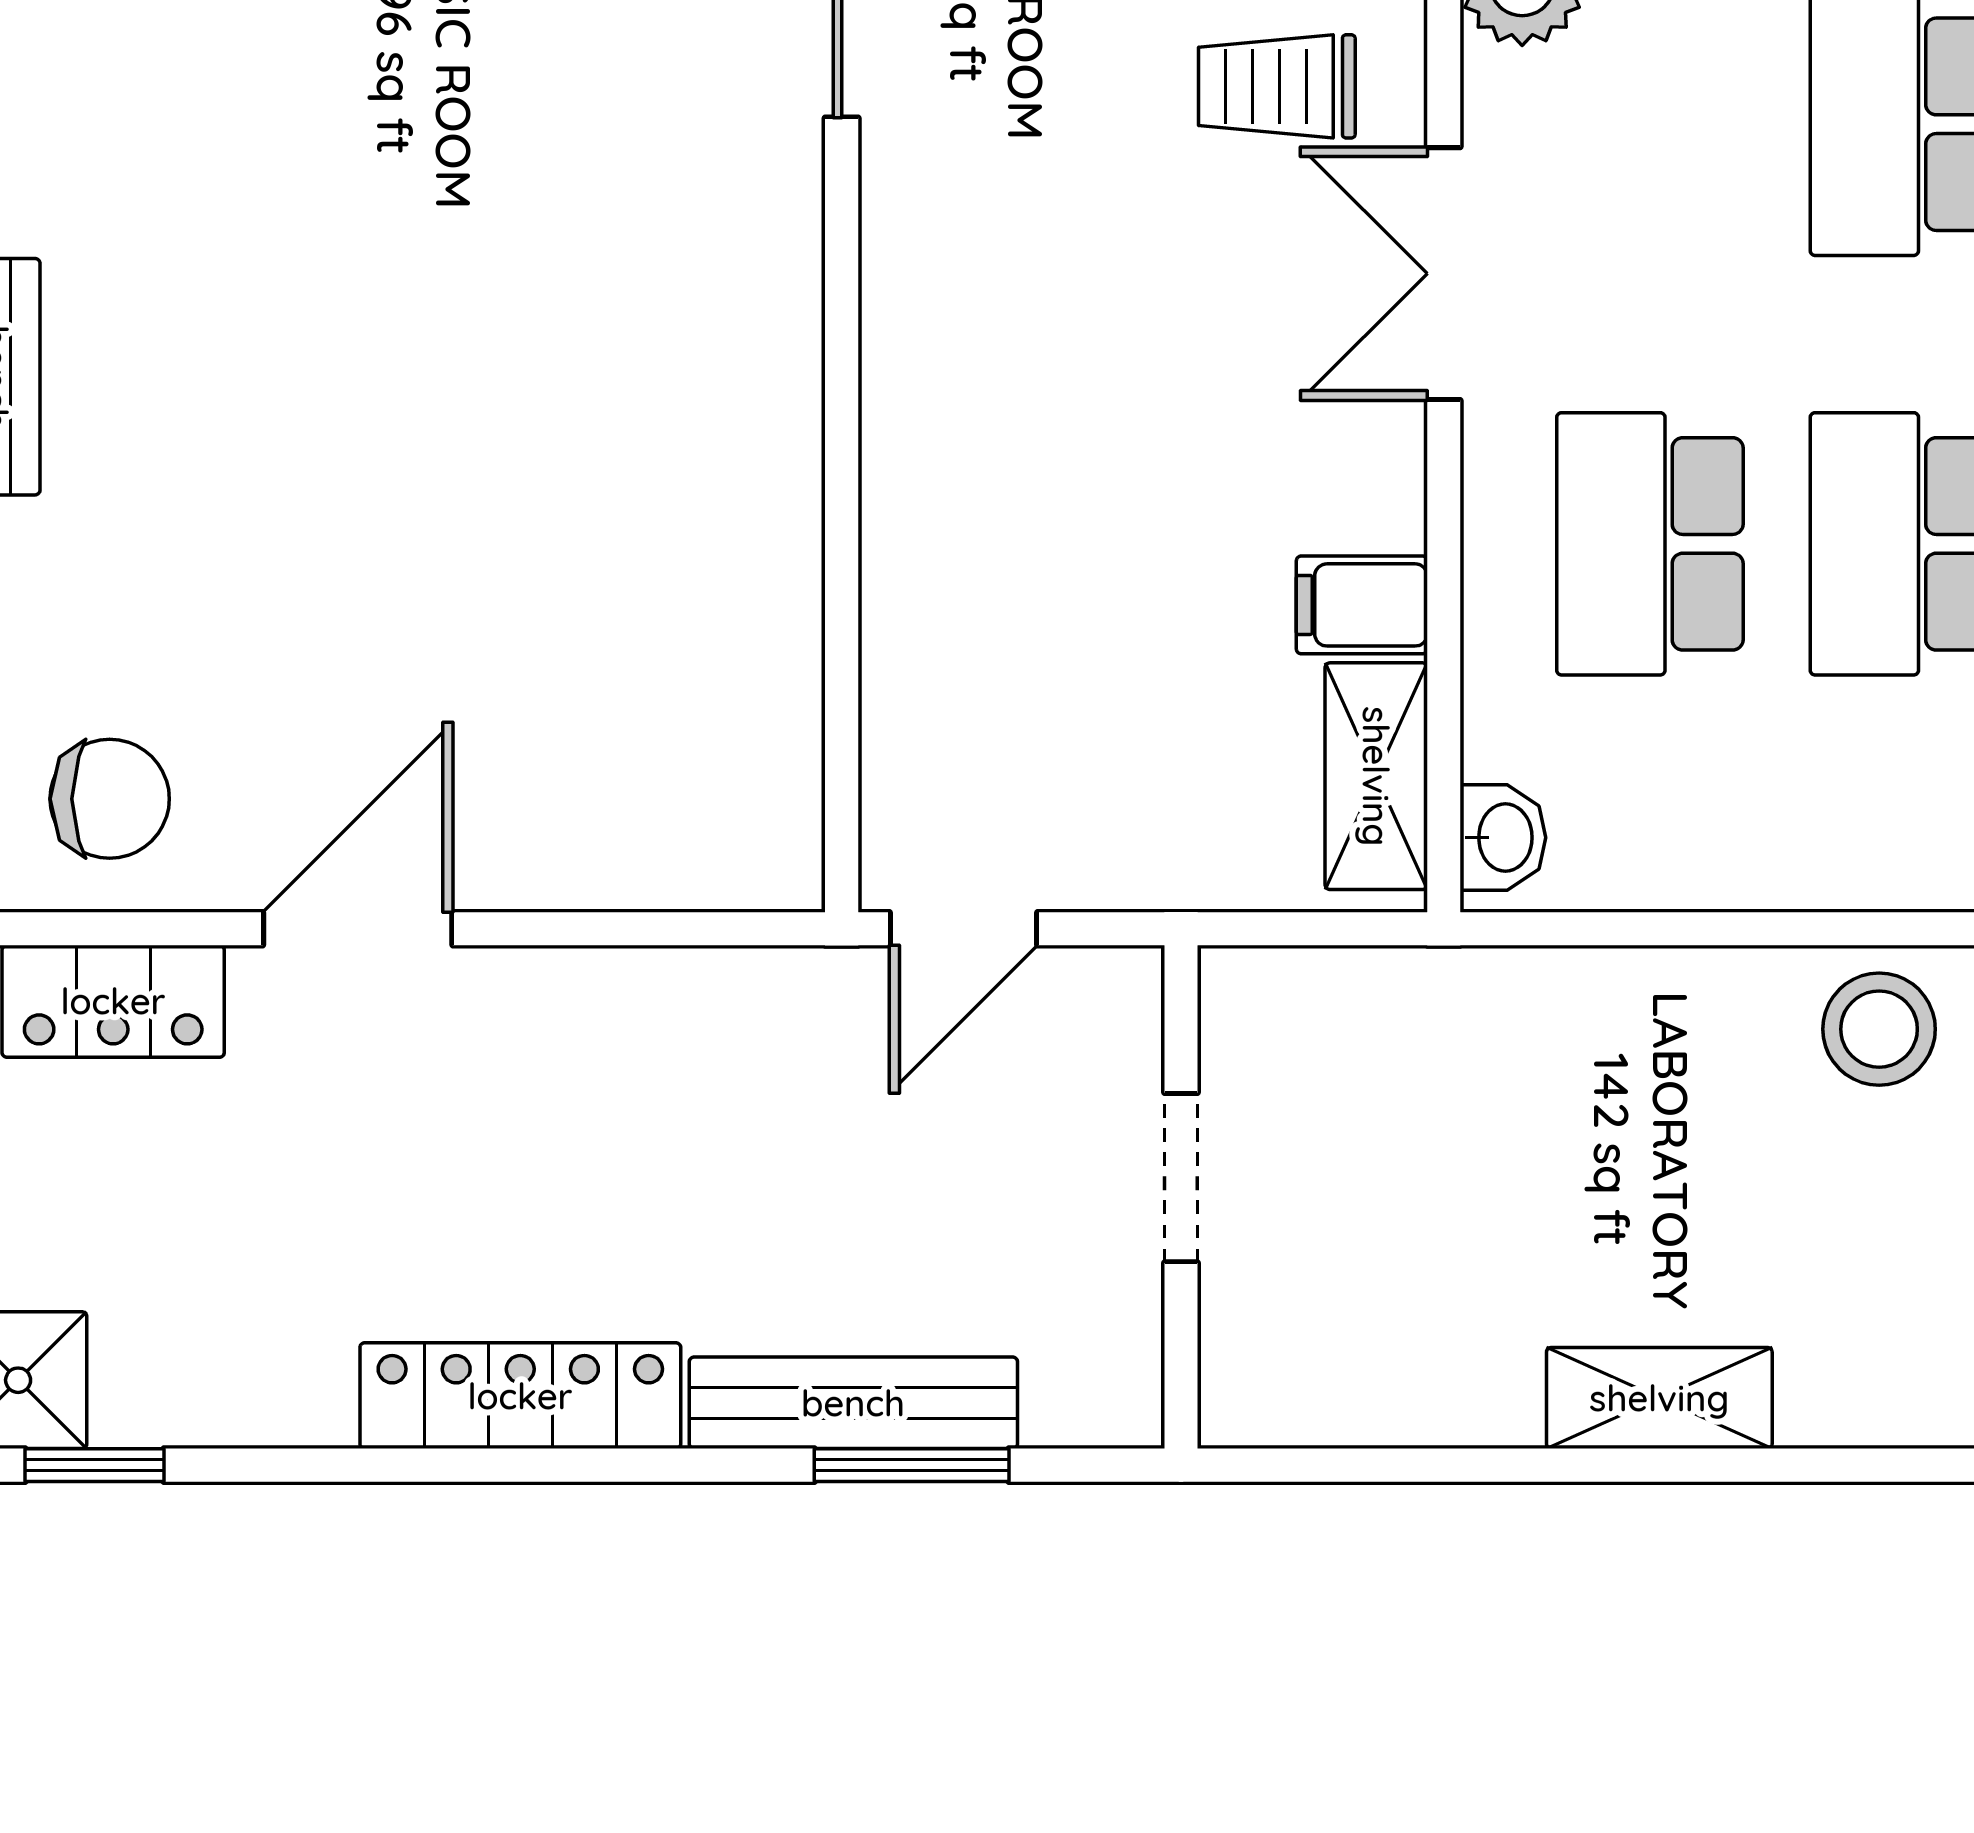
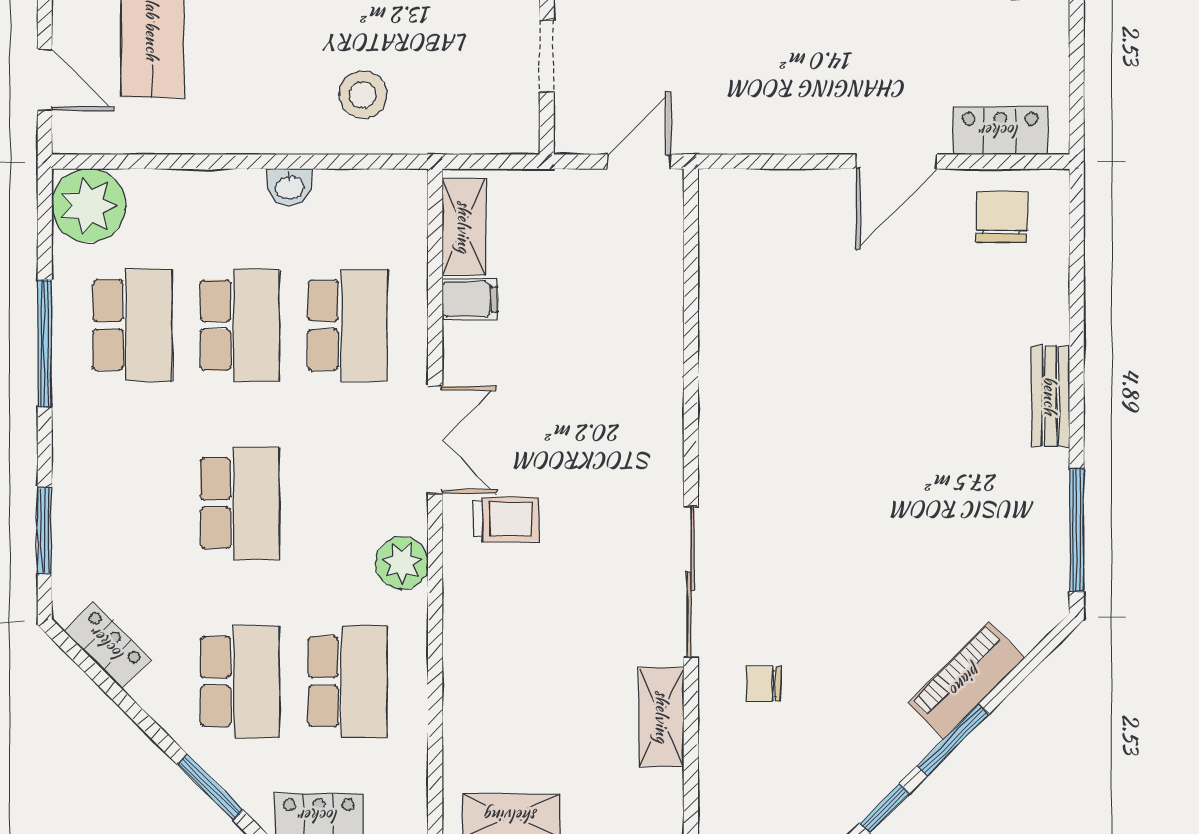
chair: (110, 799) -> (1002, 217), turned 90
washbasin: (1503, 838) -> (289, 187), moved, turned -90
stool: (1879, 1029) -> (363, 95), moved

